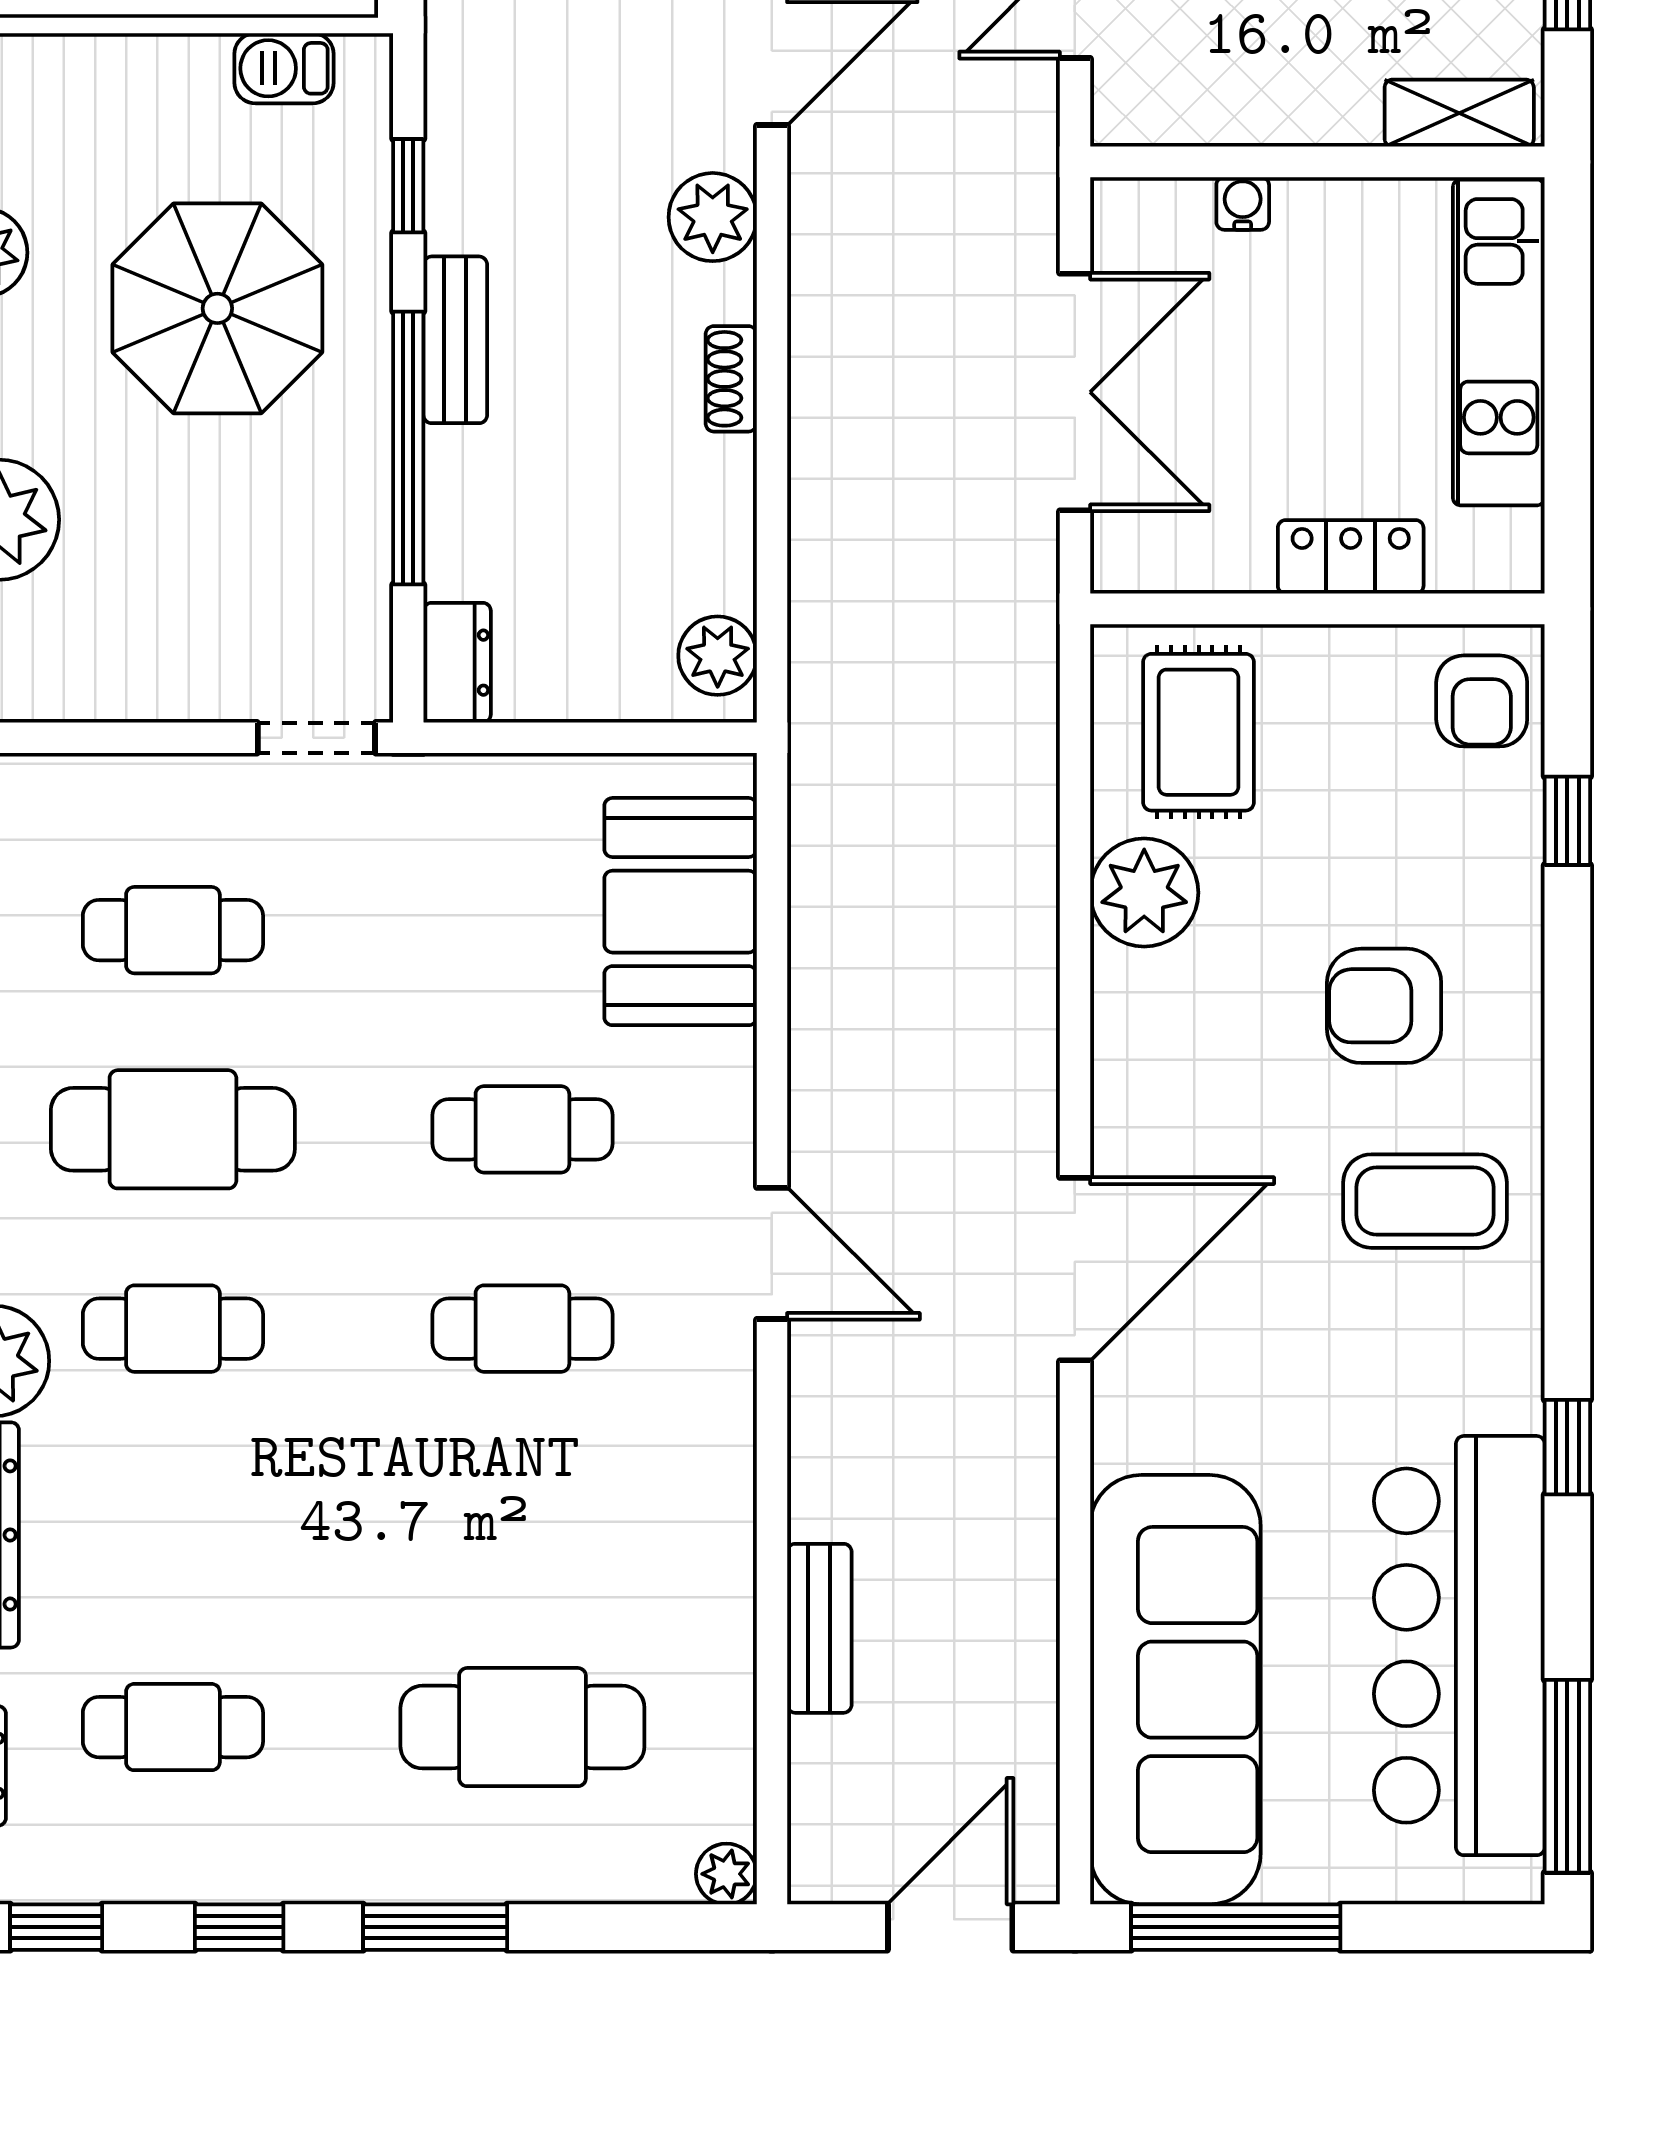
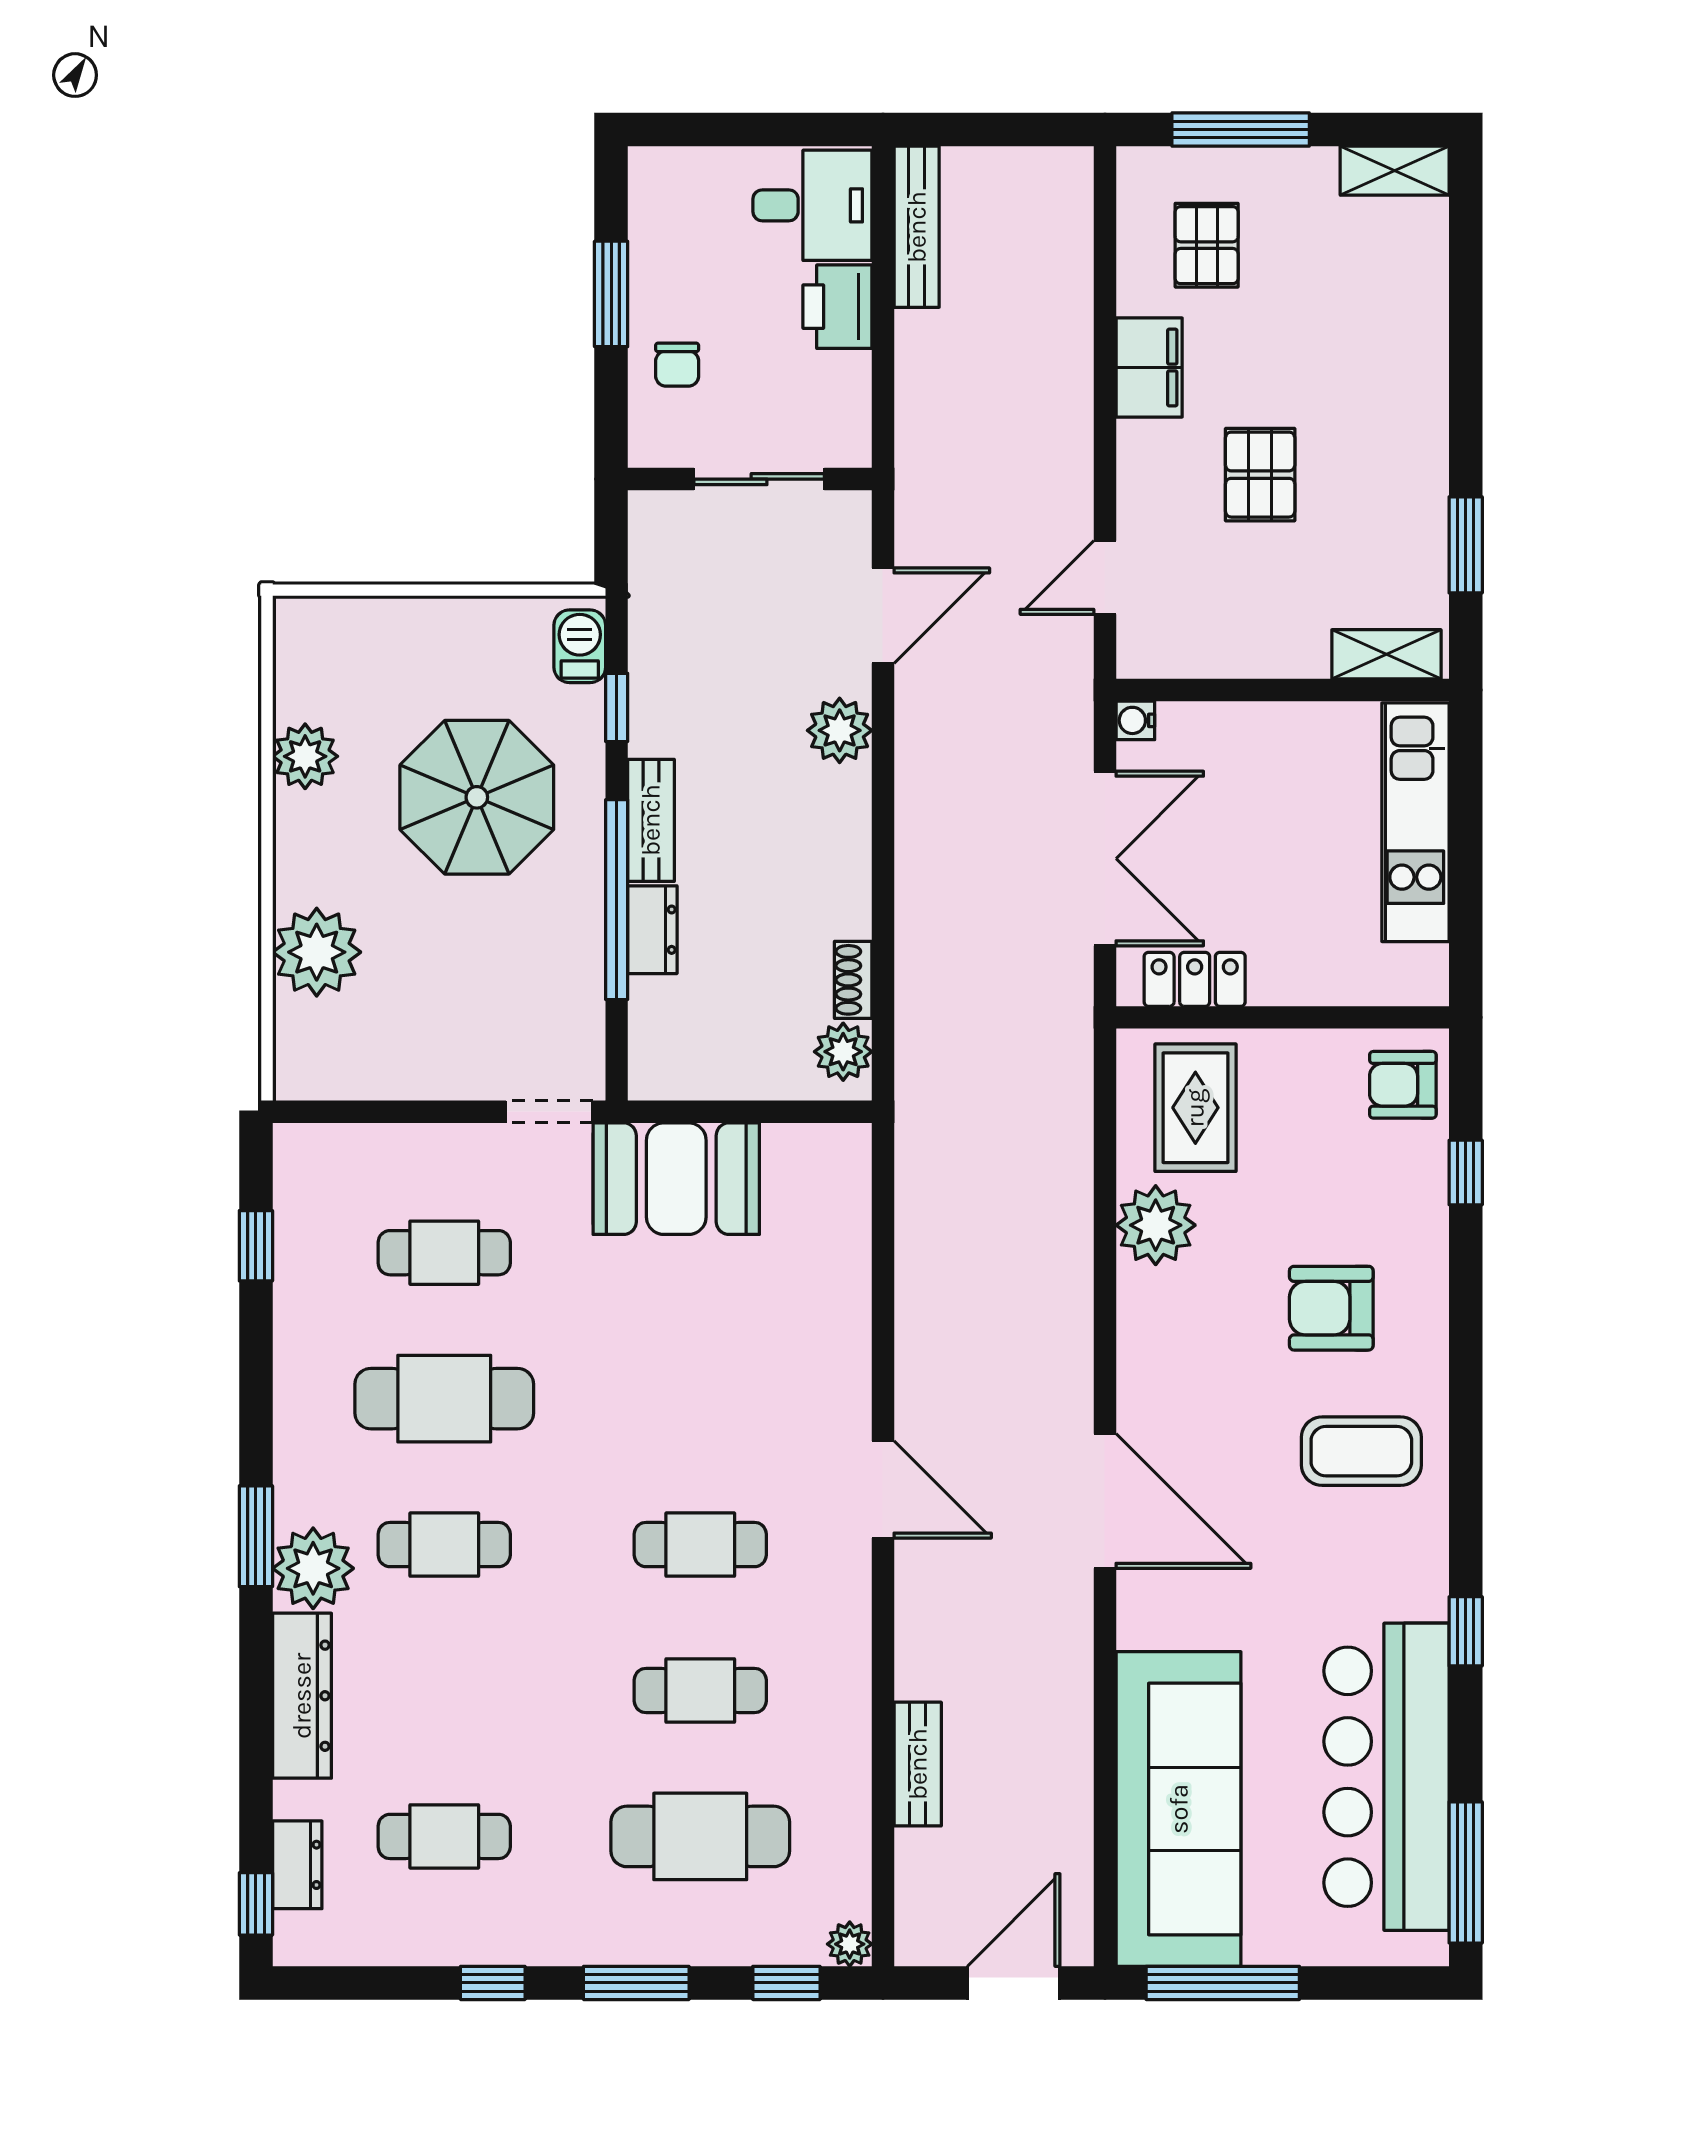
barbecue: (284, 68) -> (580, 646), moved, turned 90
water cooler: (1243, 203) -> (1135, 720), moved, turned -90
shoe rack: (731, 379) -> (853, 980), moved
locker: (1351, 557) -> (1195, 979), moved
dresser: (457, 663) -> (652, 930), moved
armchair: (1482, 701) -> (1403, 1085), turned 90
booth: (681, 912) -> (676, 1179), moved, turned 90
cafe table: (522, 1129) -> (700, 1690), moved
door: (1075, 1269) -> (1105, 1501), hinge flipped
window: (56, 1927) -> (786, 1983), moved

